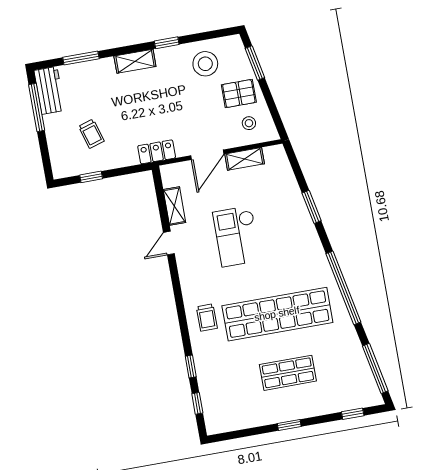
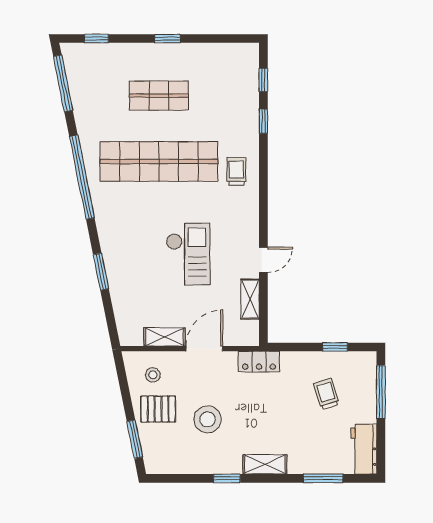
stool: (205, 64) -> (208, 419), moved
window: (37, 107) -> (381, 392), moved

